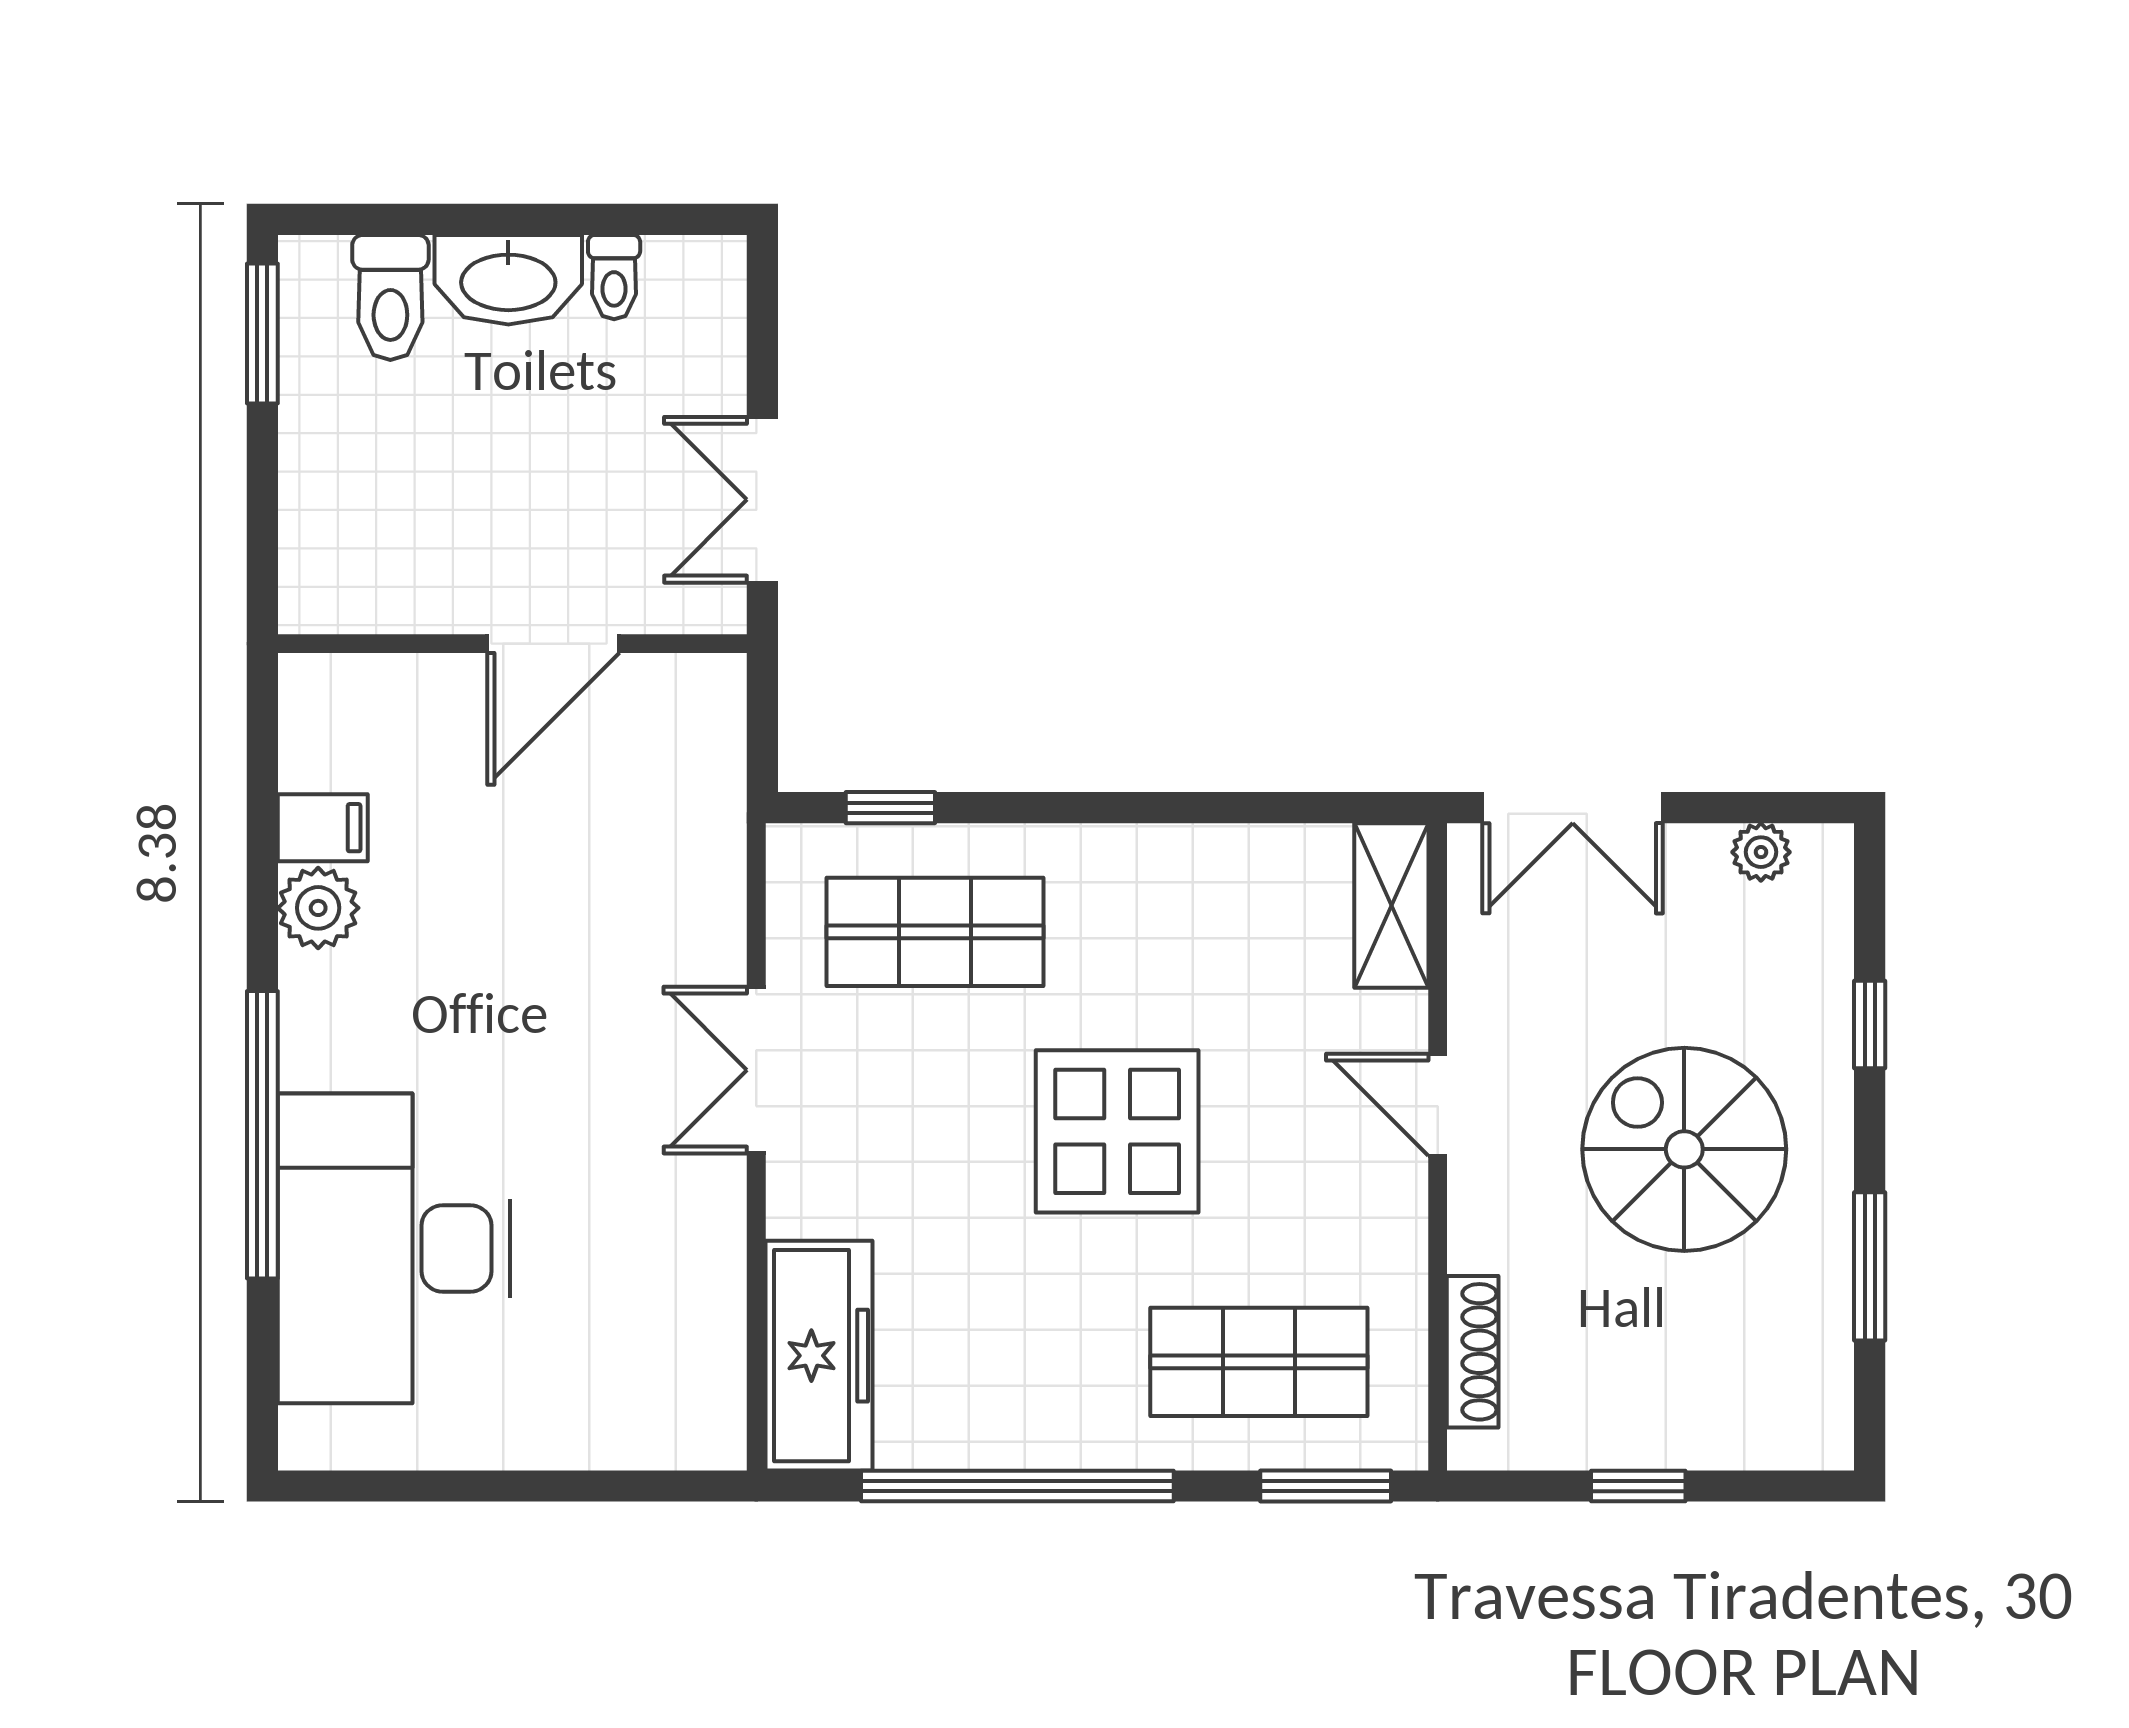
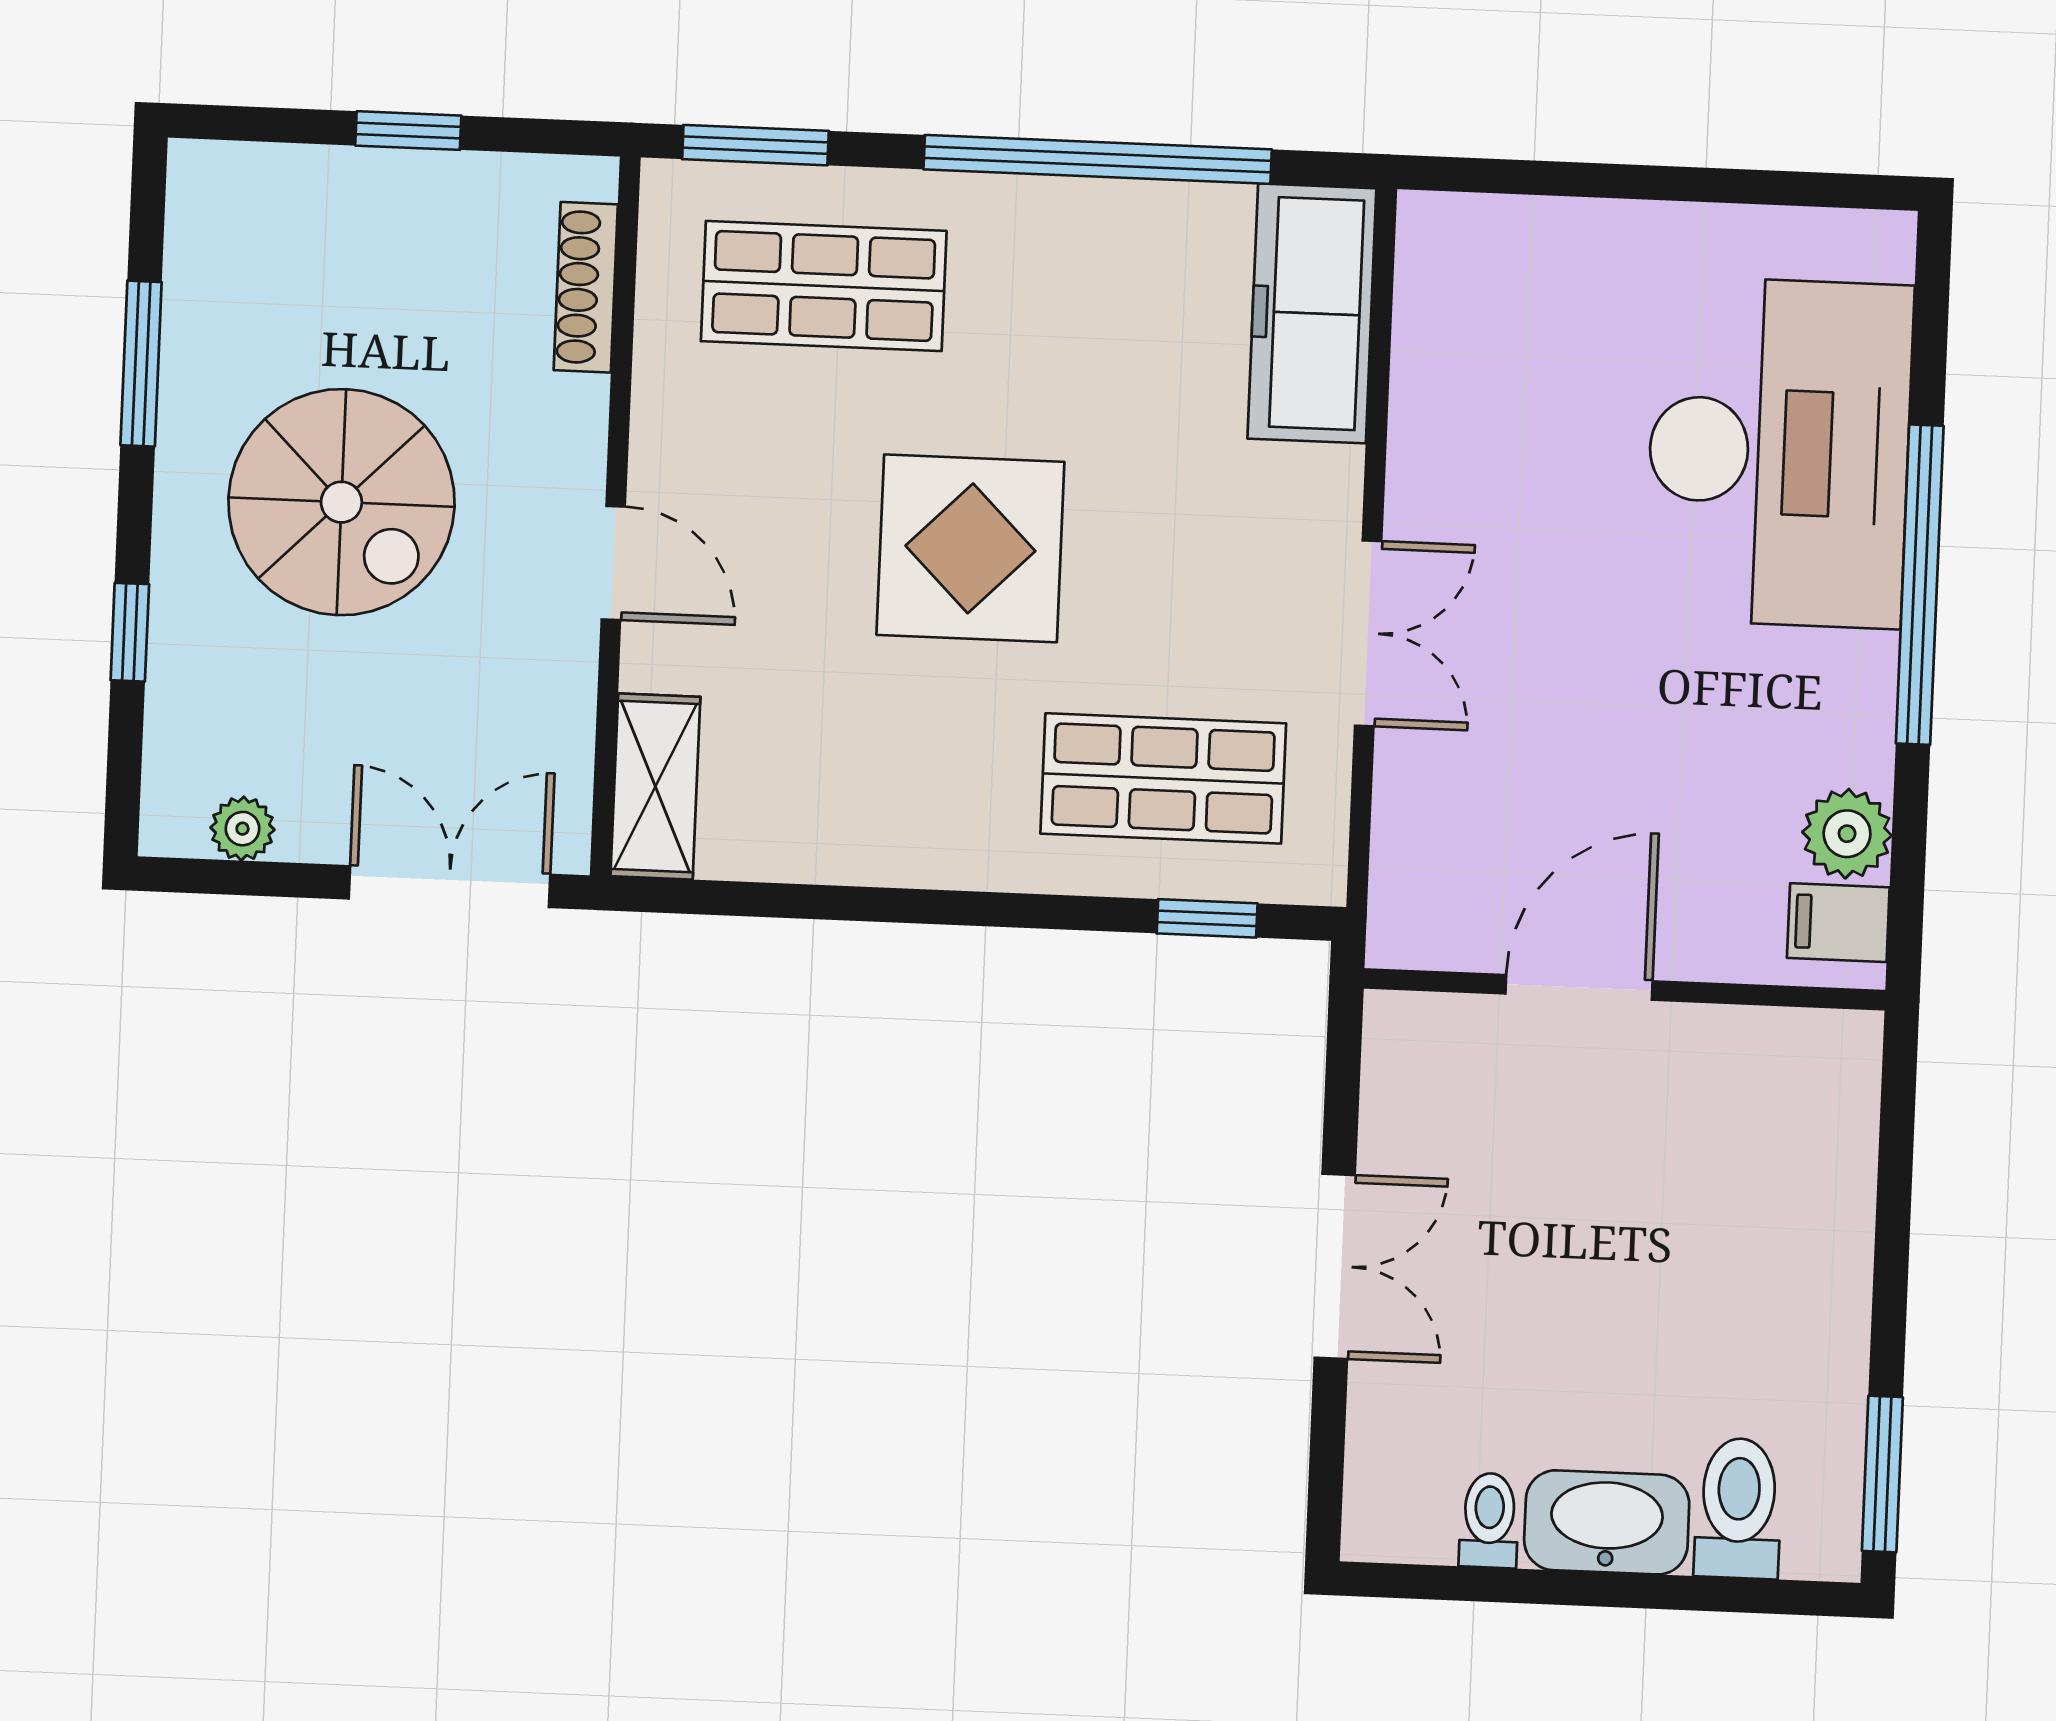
wall: (512, 644) -> (1625, 989), moved
door: (553, 644) -> (1579, 987), moved

